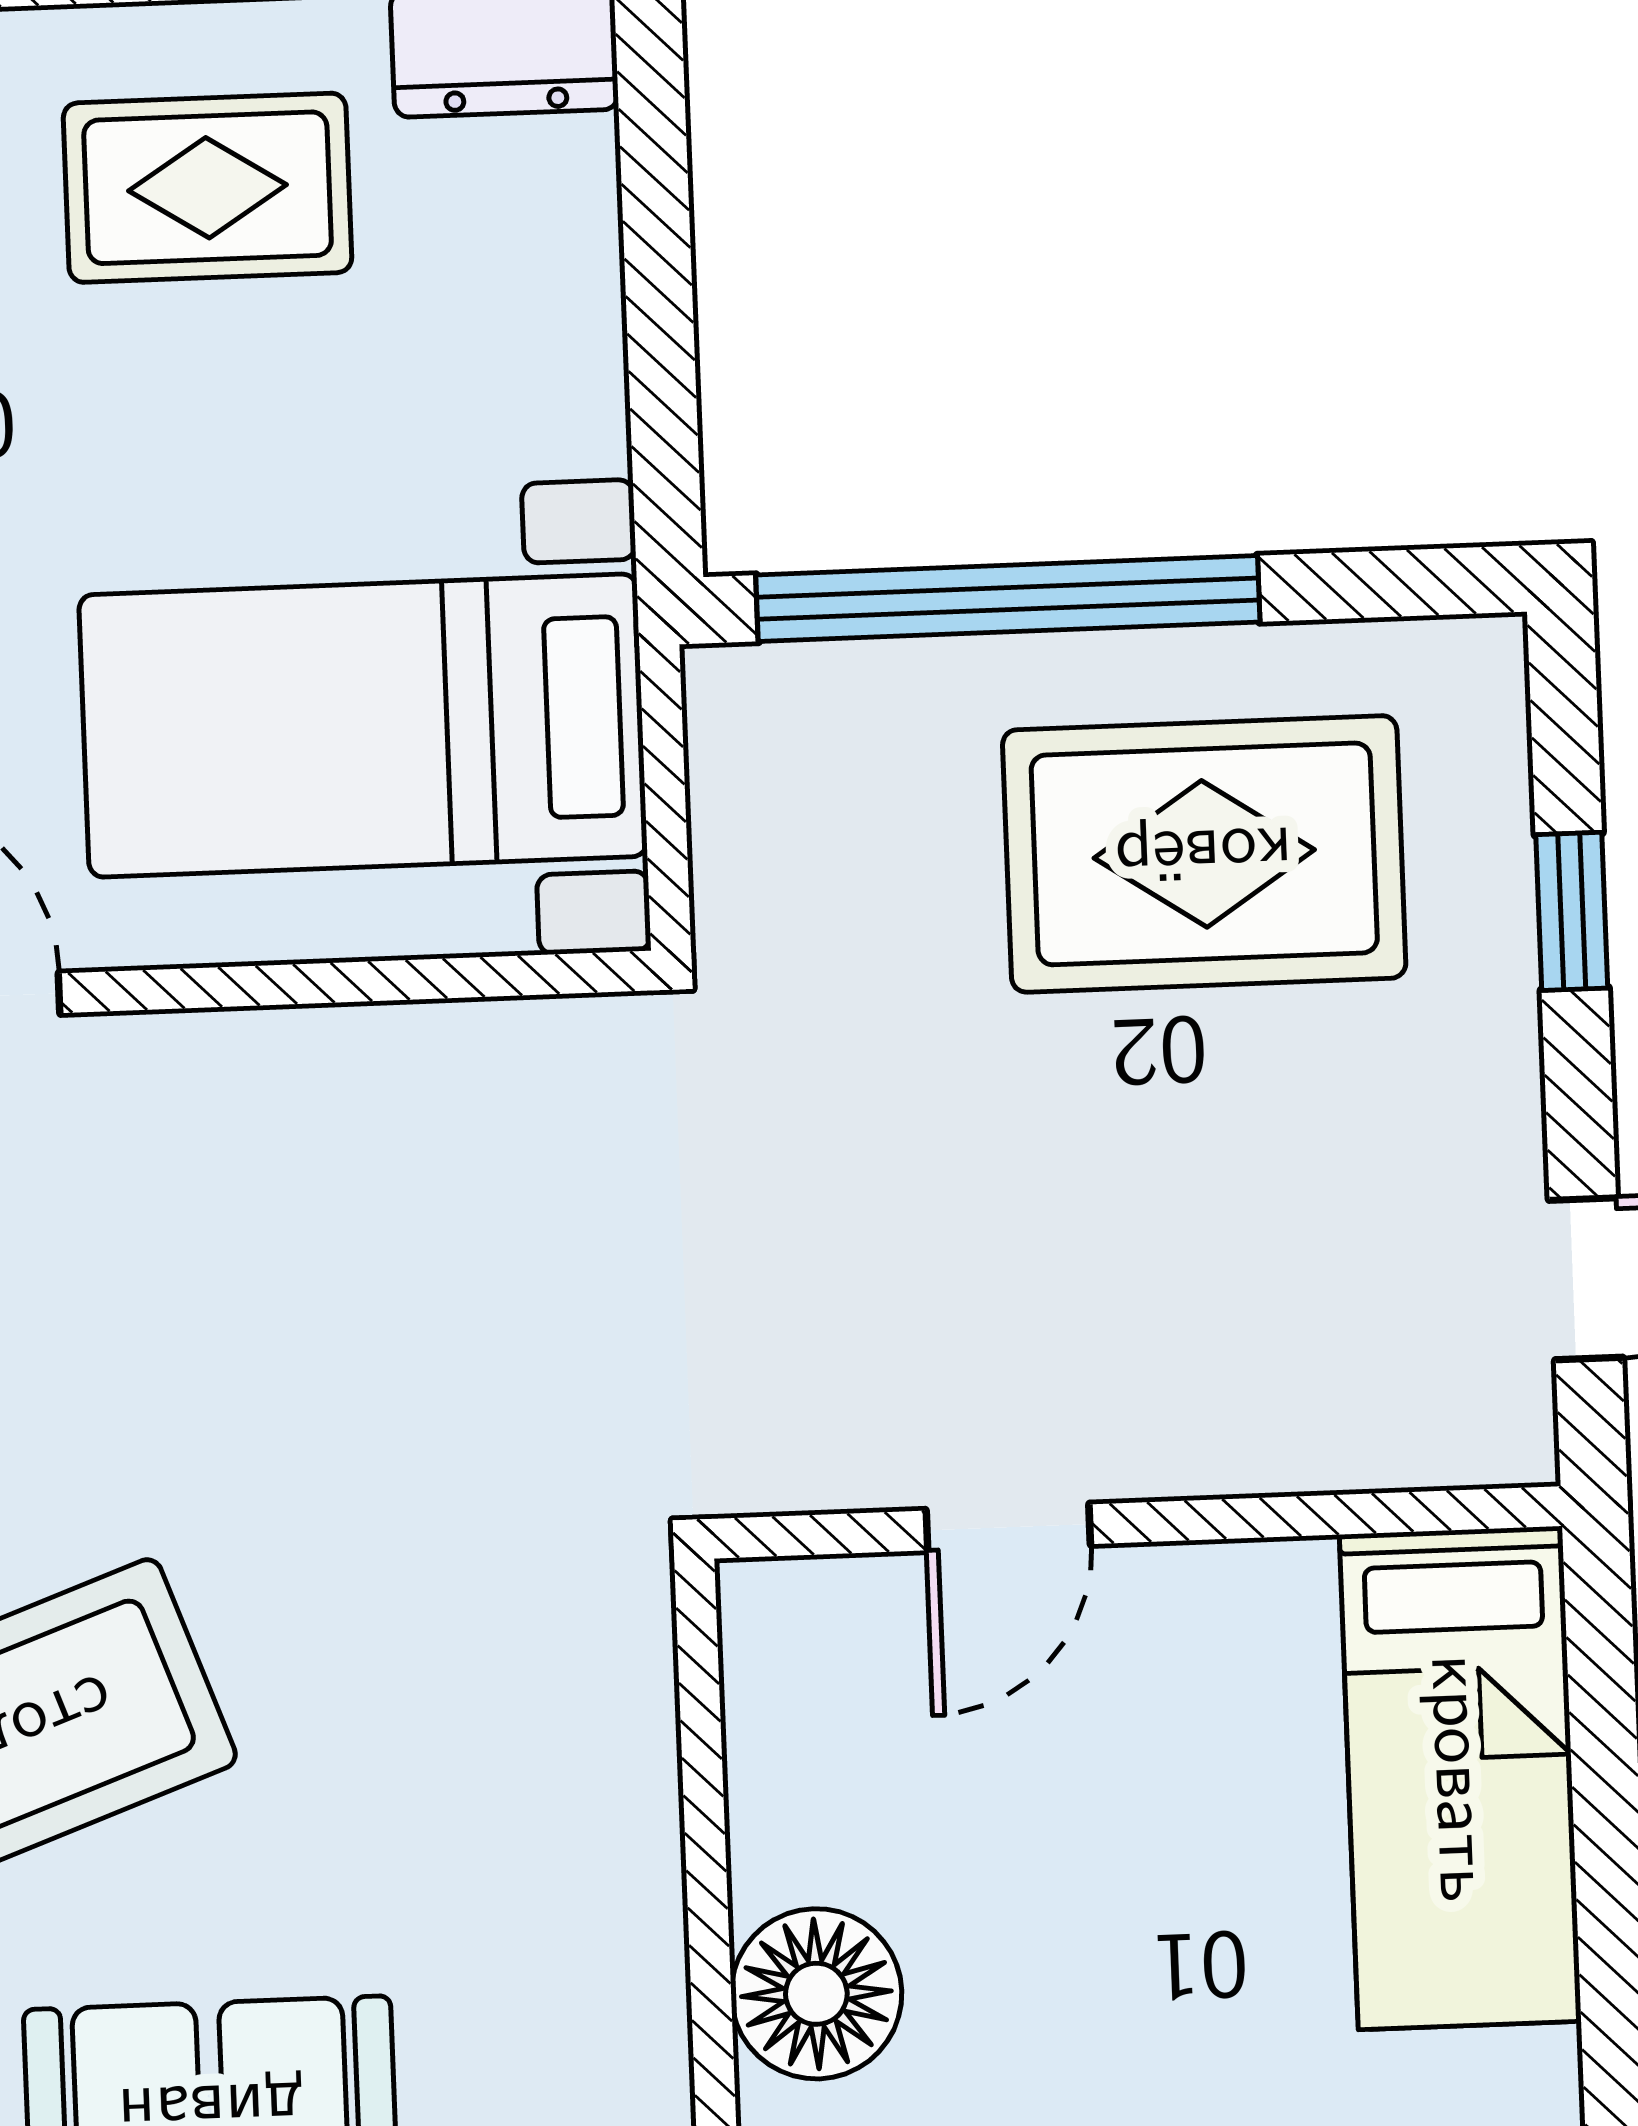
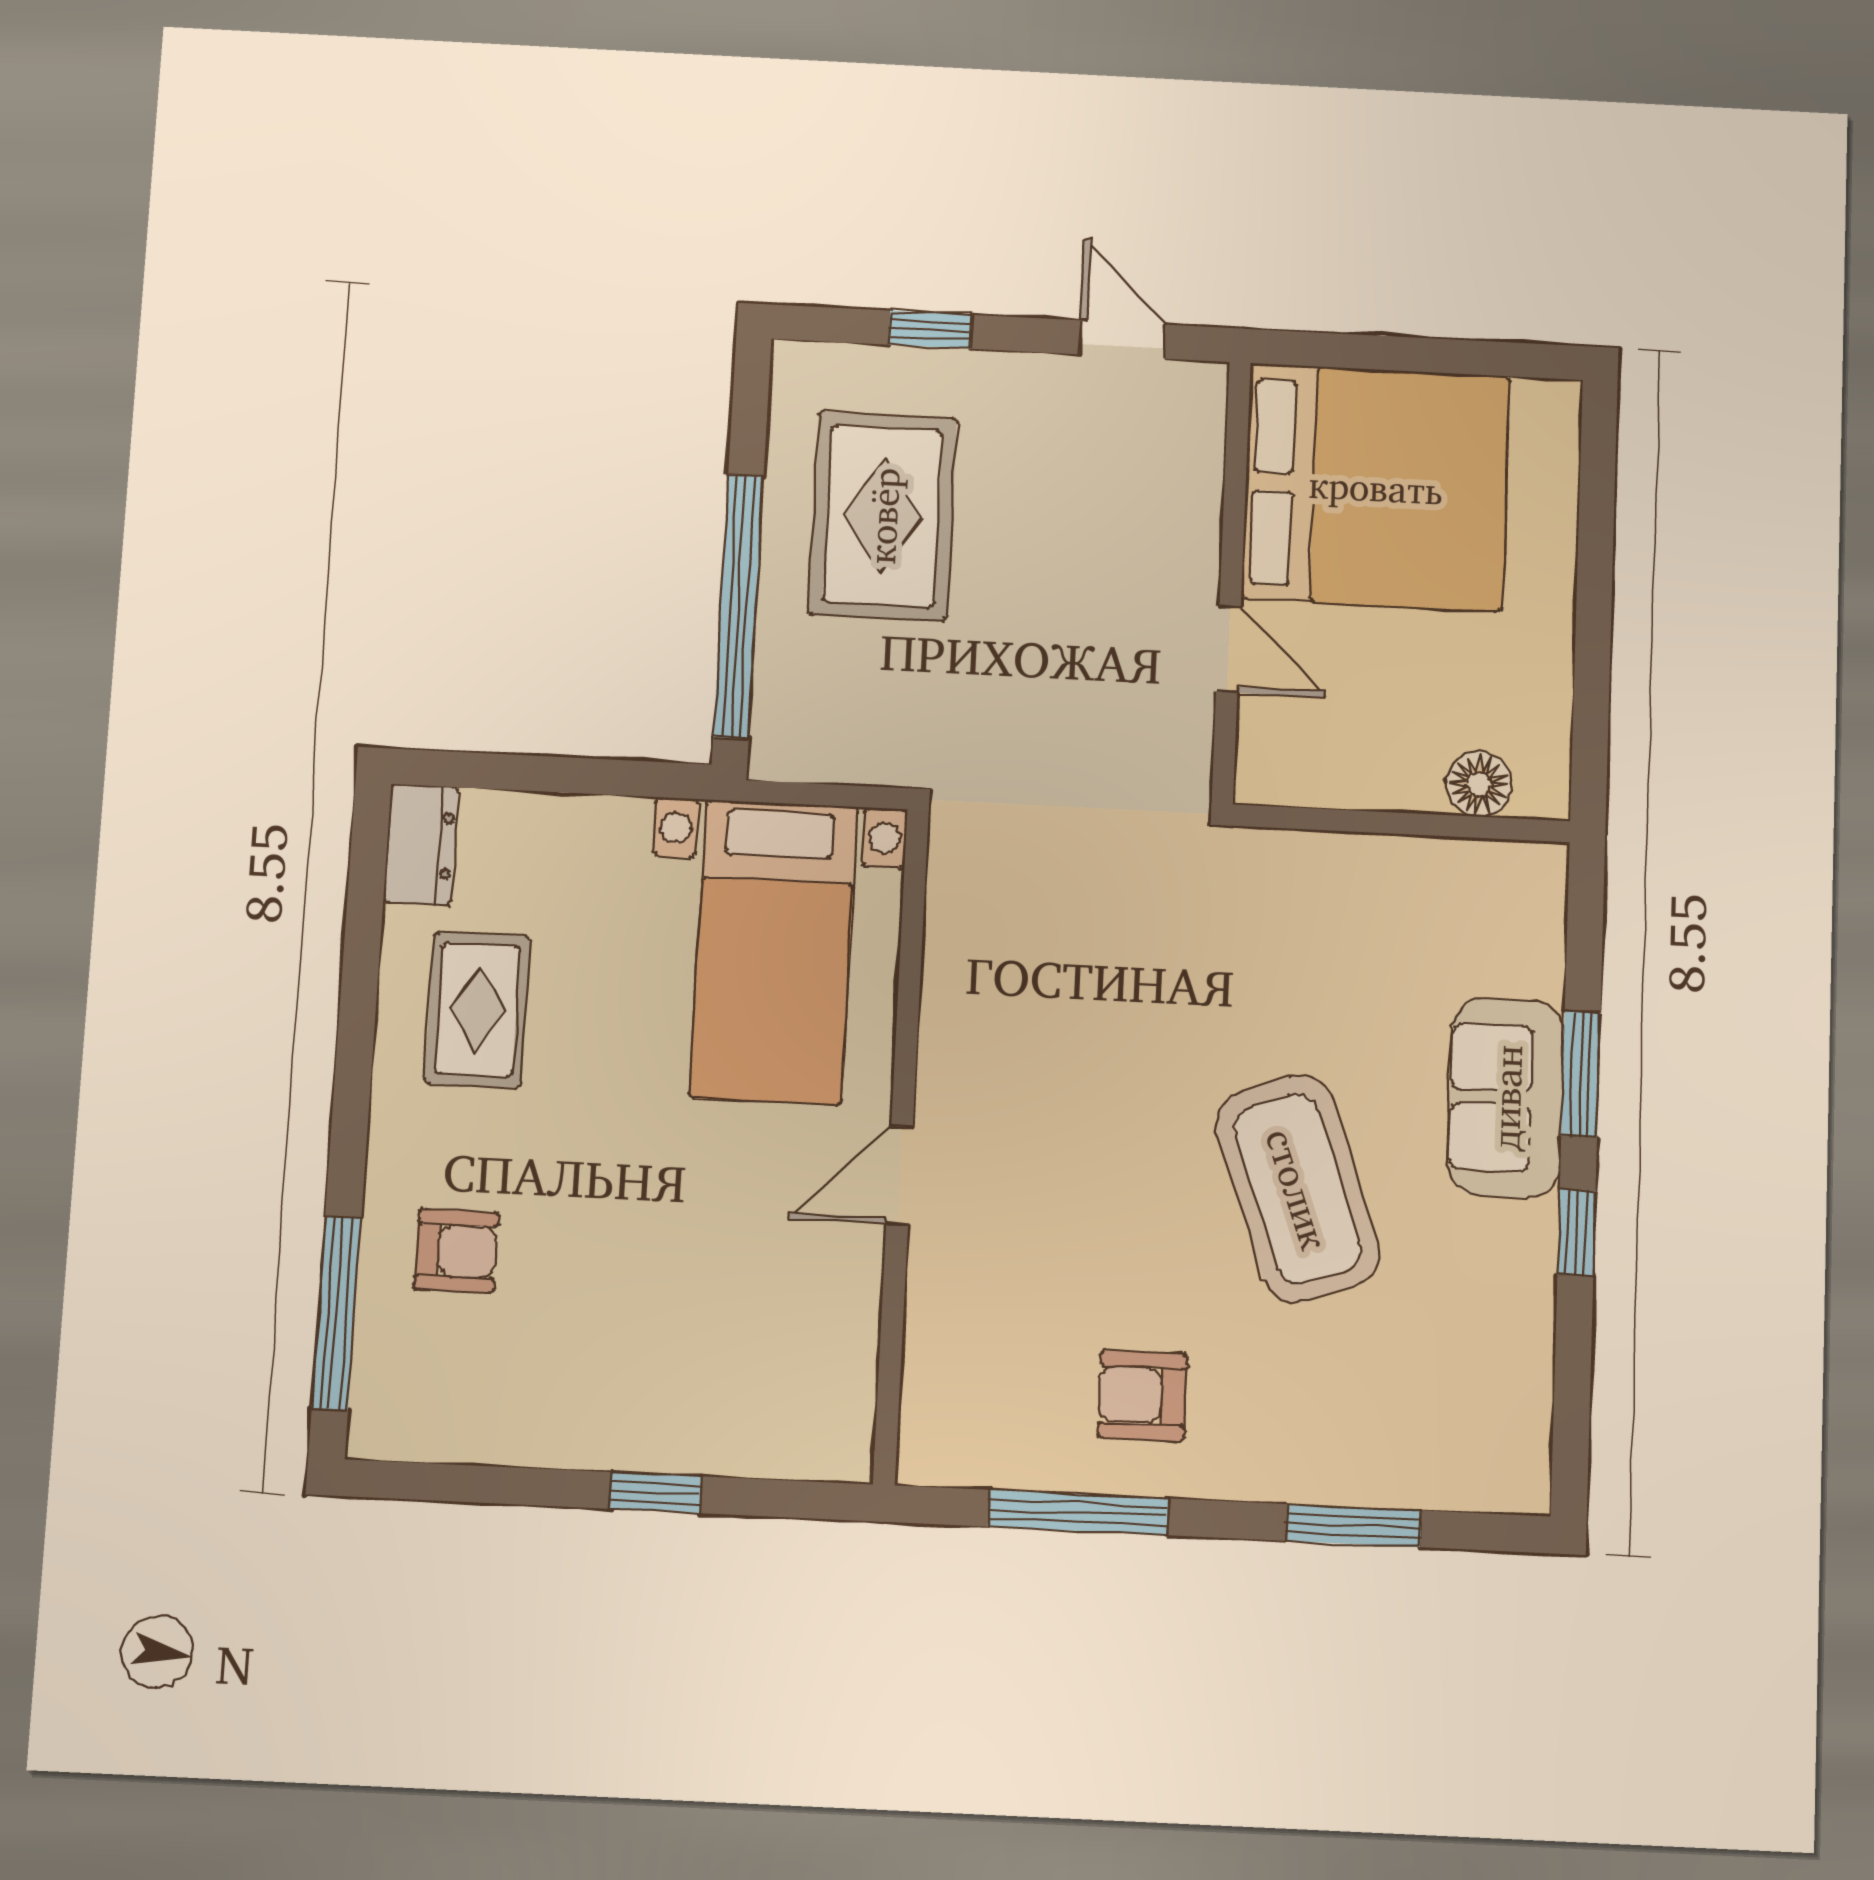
bed: (1460, 1778) -> (1376, 487), width x2.04
floor lamp: (816, 1994) -> (1479, 784), width x0.73, depth x0.73

